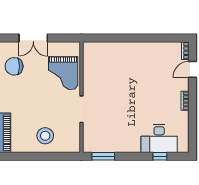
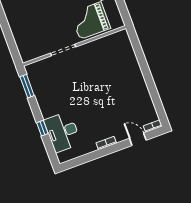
stool: (45, 136) -> (26, 25), removed
window: (160, 156) -> (42, 128), moved

